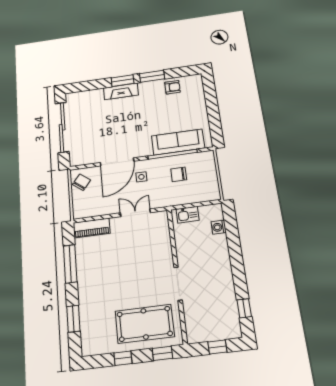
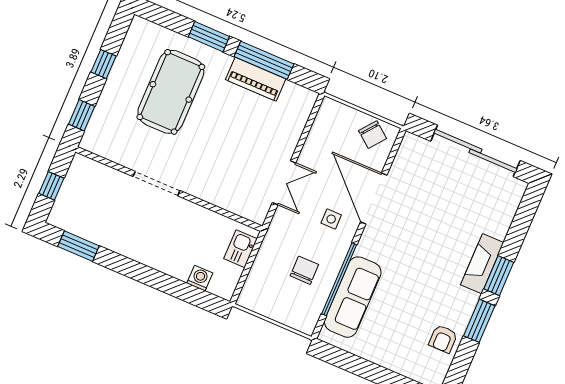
piano: (92, 228) -> (256, 79), moved, turned -90
window: (244, 308) -> (78, 246), width x1.50
window: (73, 319) -> (209, 37), moved
pool table: (145, 324) -> (171, 92), moved

